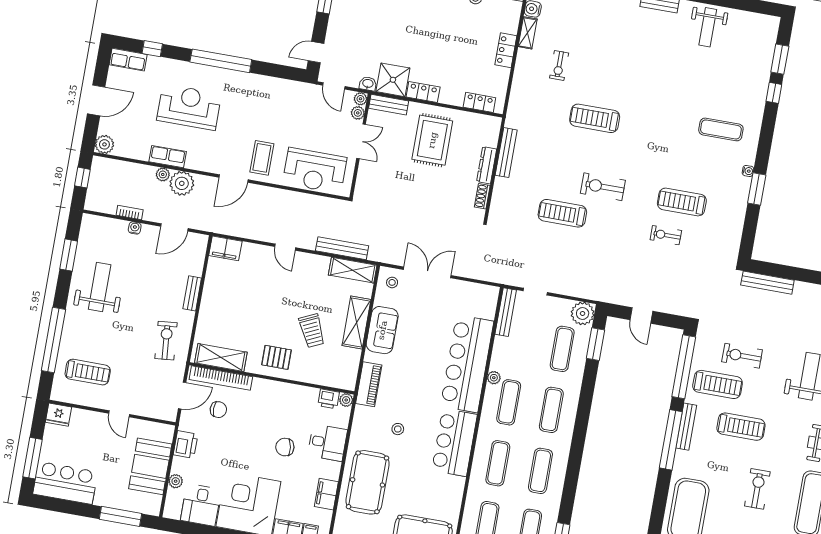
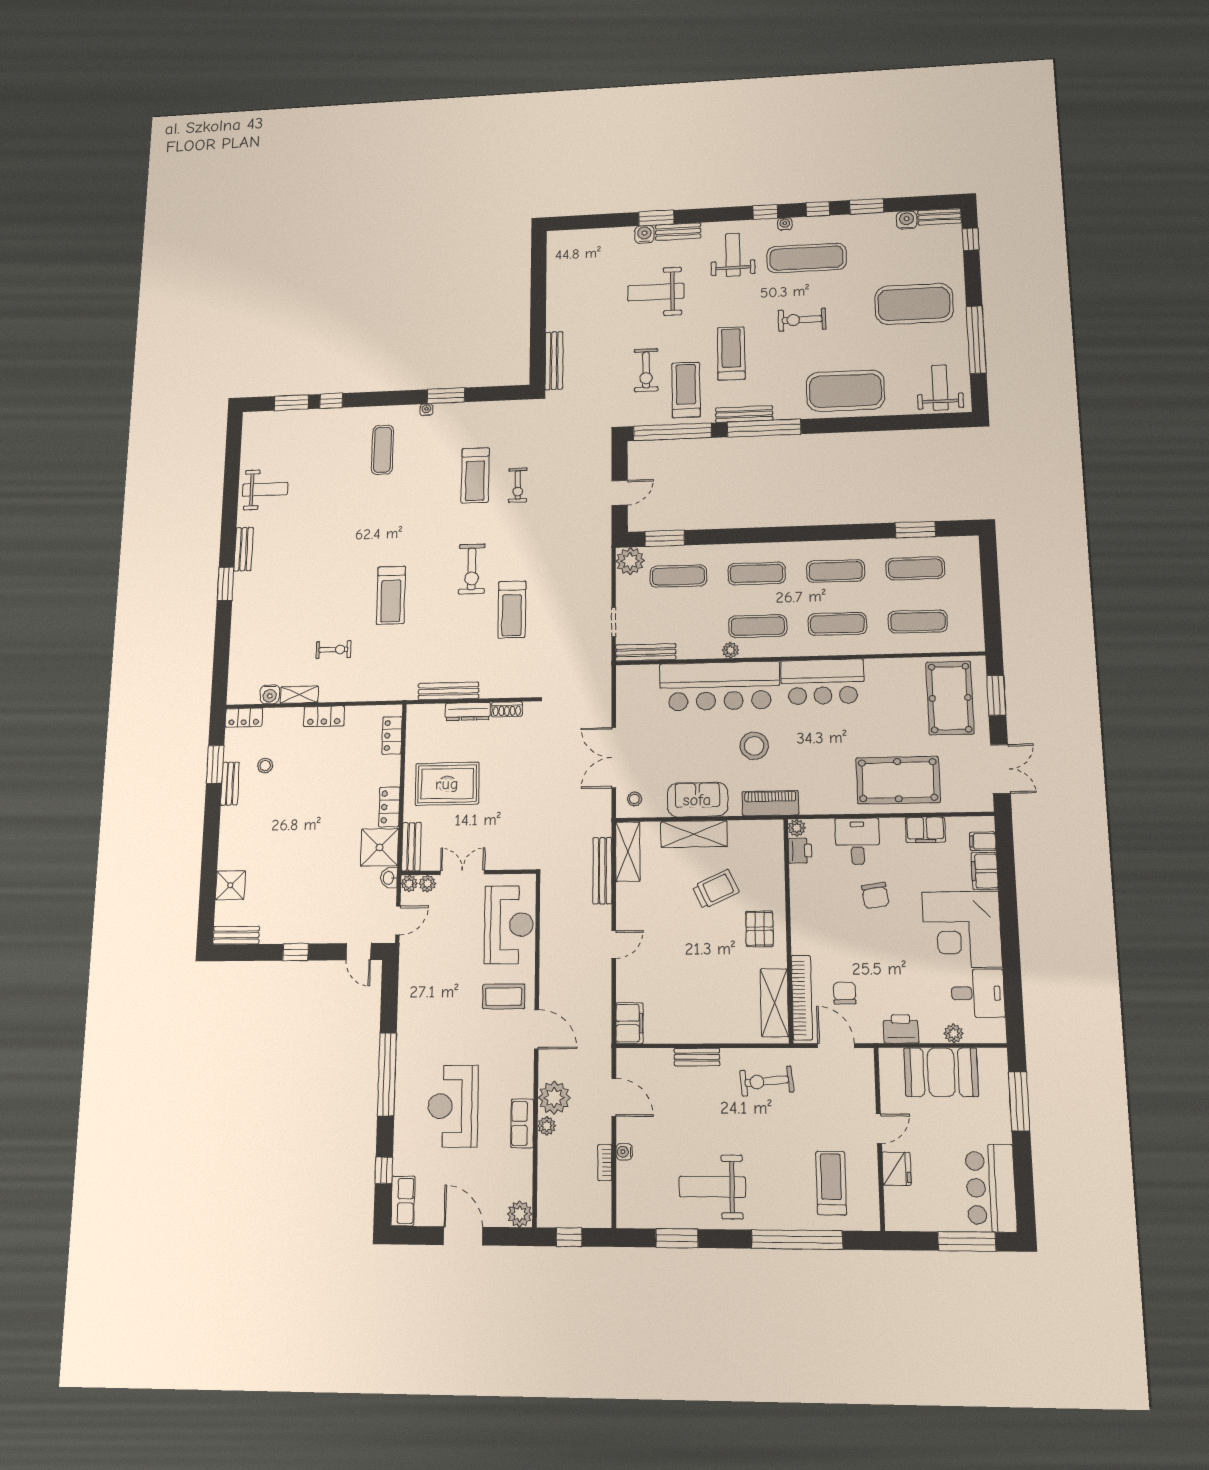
fridge: (58, 415) -> (897, 1169), moved
stool: (398, 429) -> (754, 746), moved, width x1.89, depth x1.89

